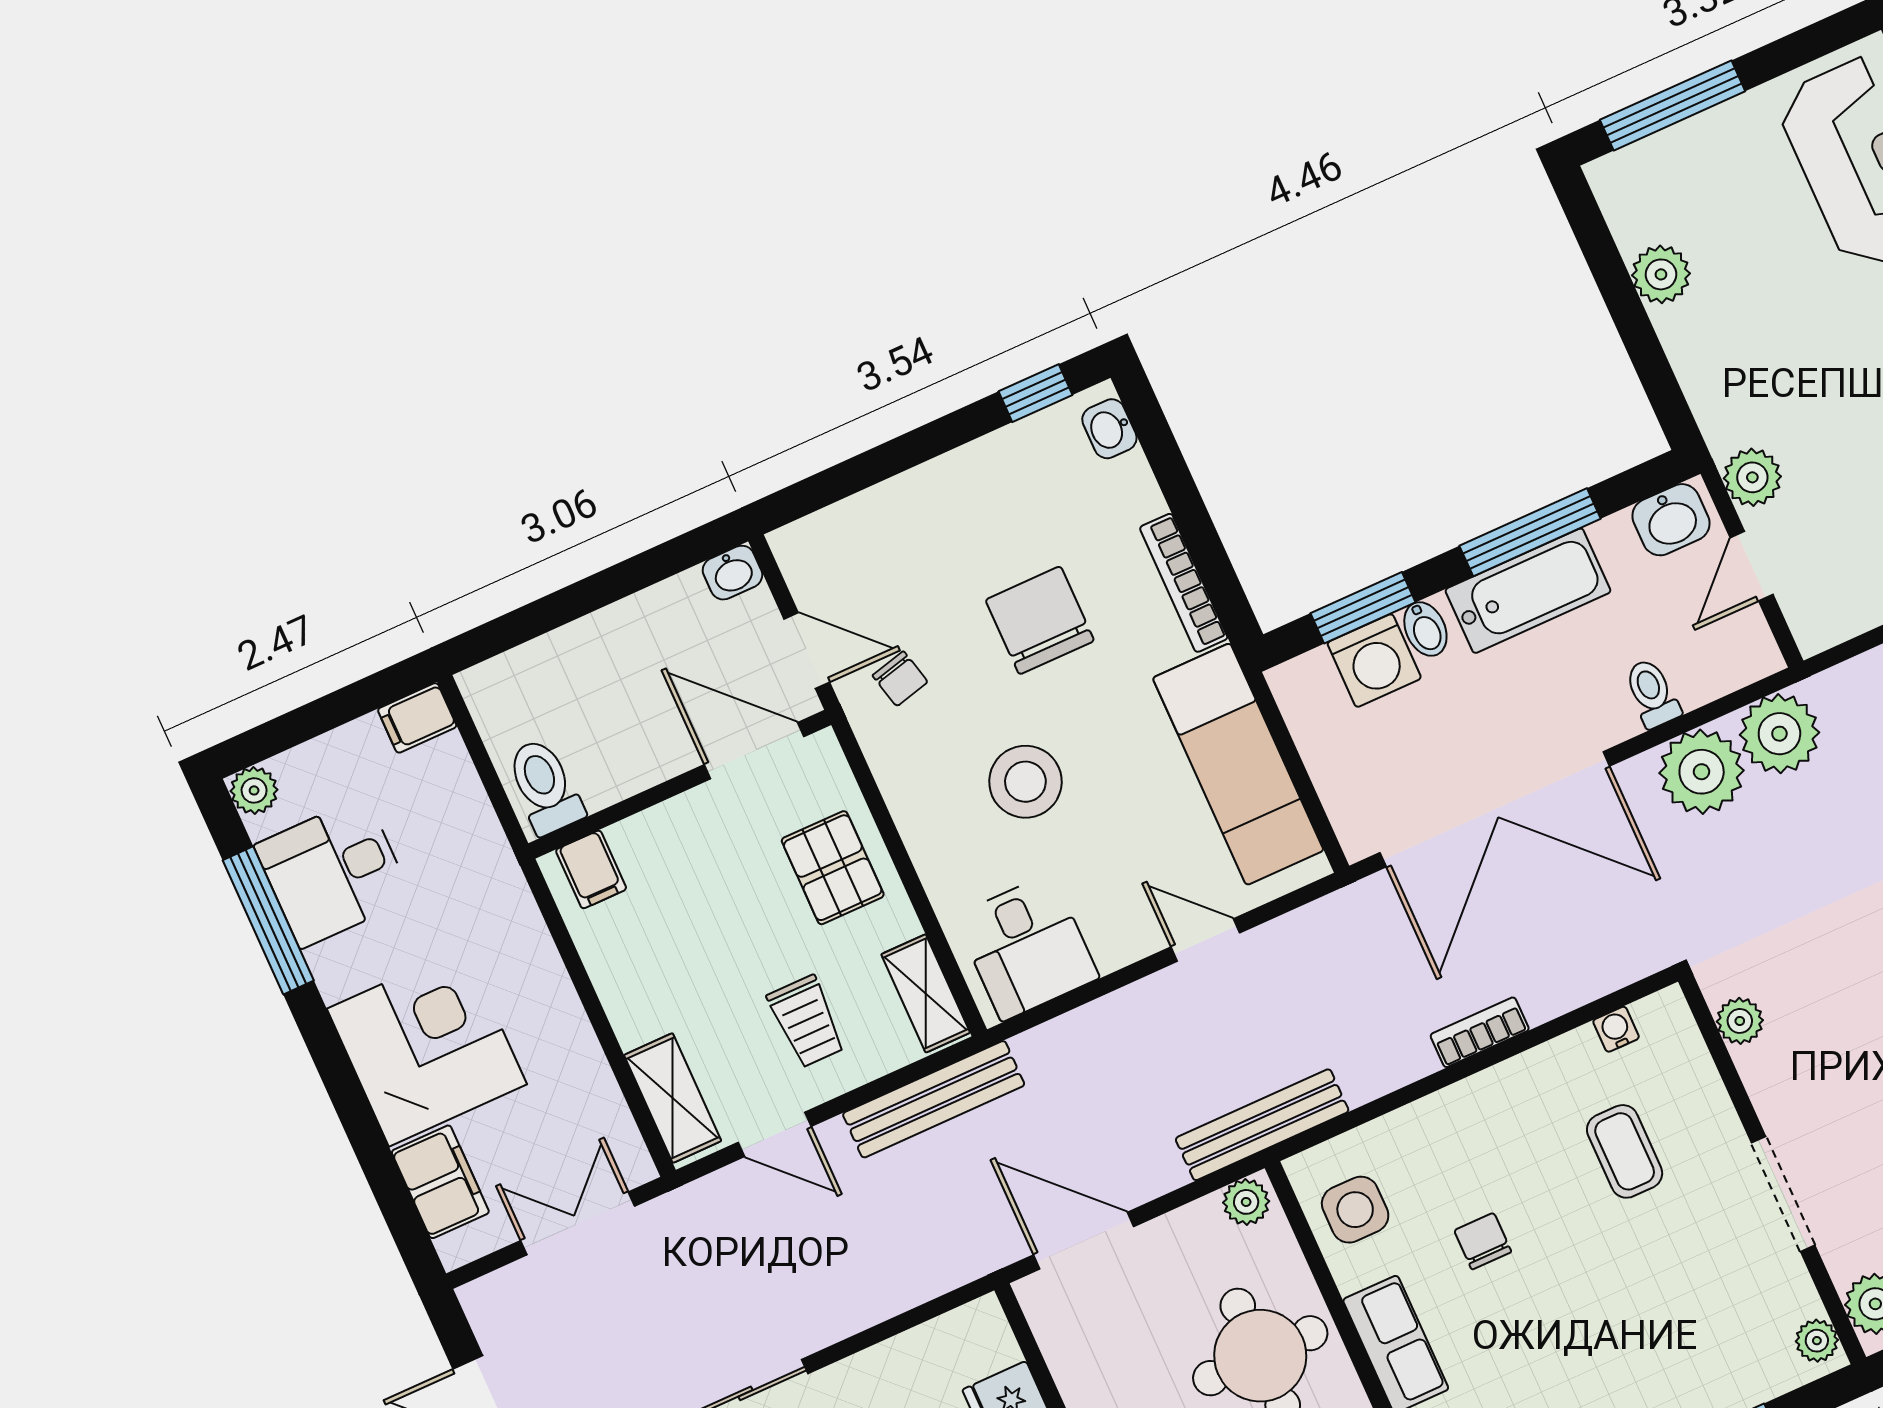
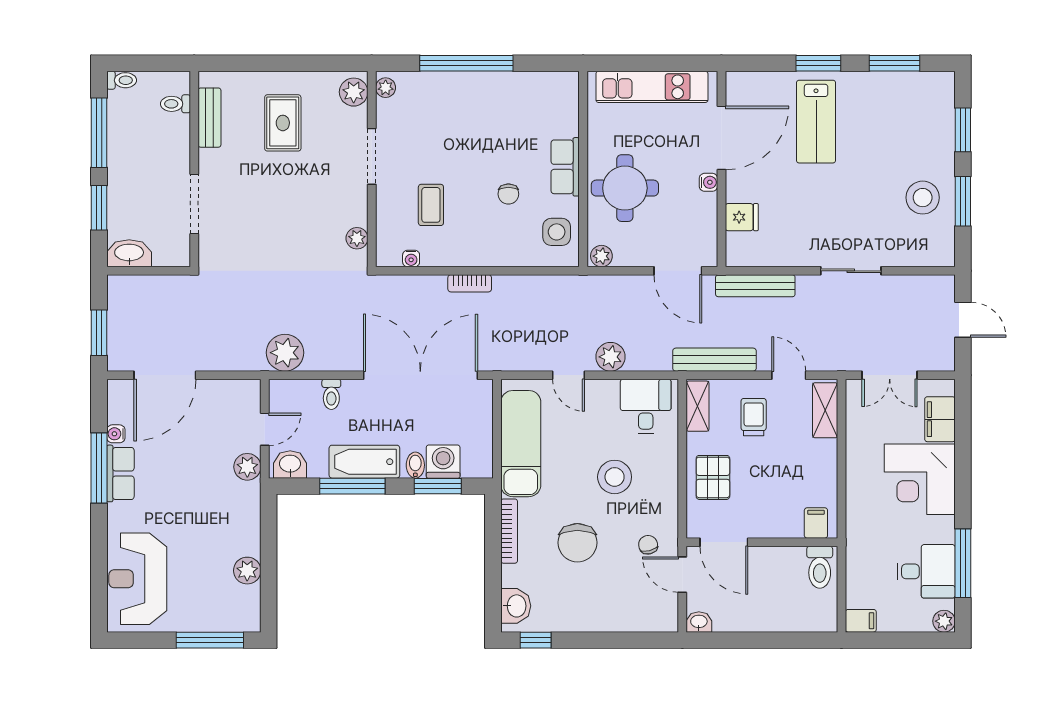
washbasin: (1109, 429) -> (516, 606), width x1.38, depth x1.45
plant: (1702, 772) -> (611, 357), moved, width x0.73, depth x0.73
bench: (1262, 1125) -> (755, 286), moved

